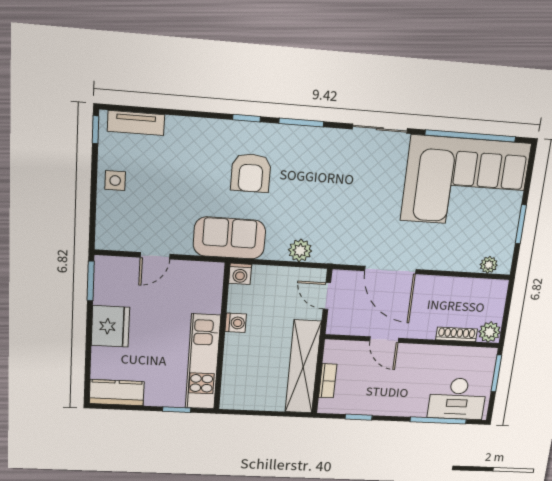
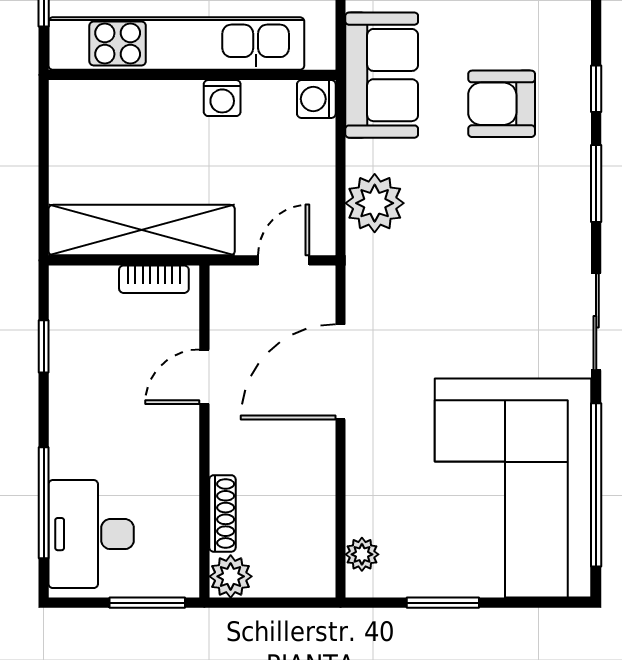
plant: (300, 250) -> (375, 203), width x1.36, depth x1.36
kitchen unit: (203, 362) -> (176, 43), width x1.36
bookcase: (328, 381) -> (154, 279), moved

